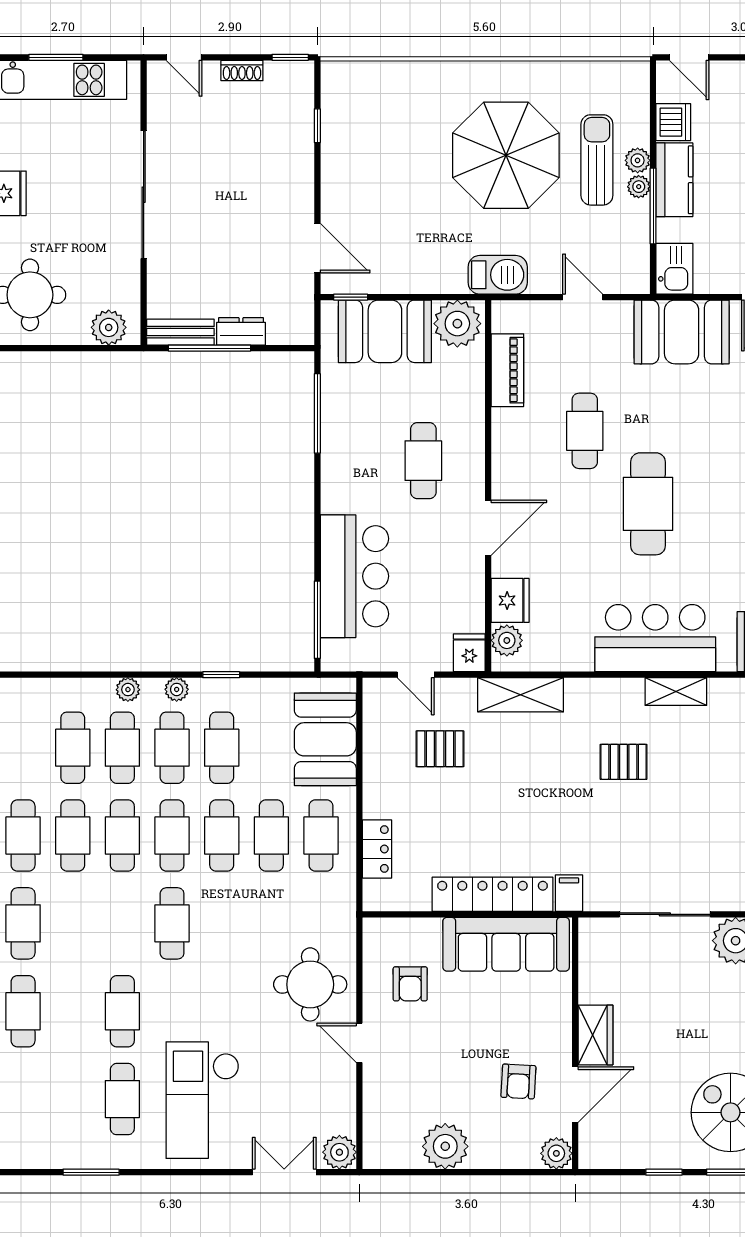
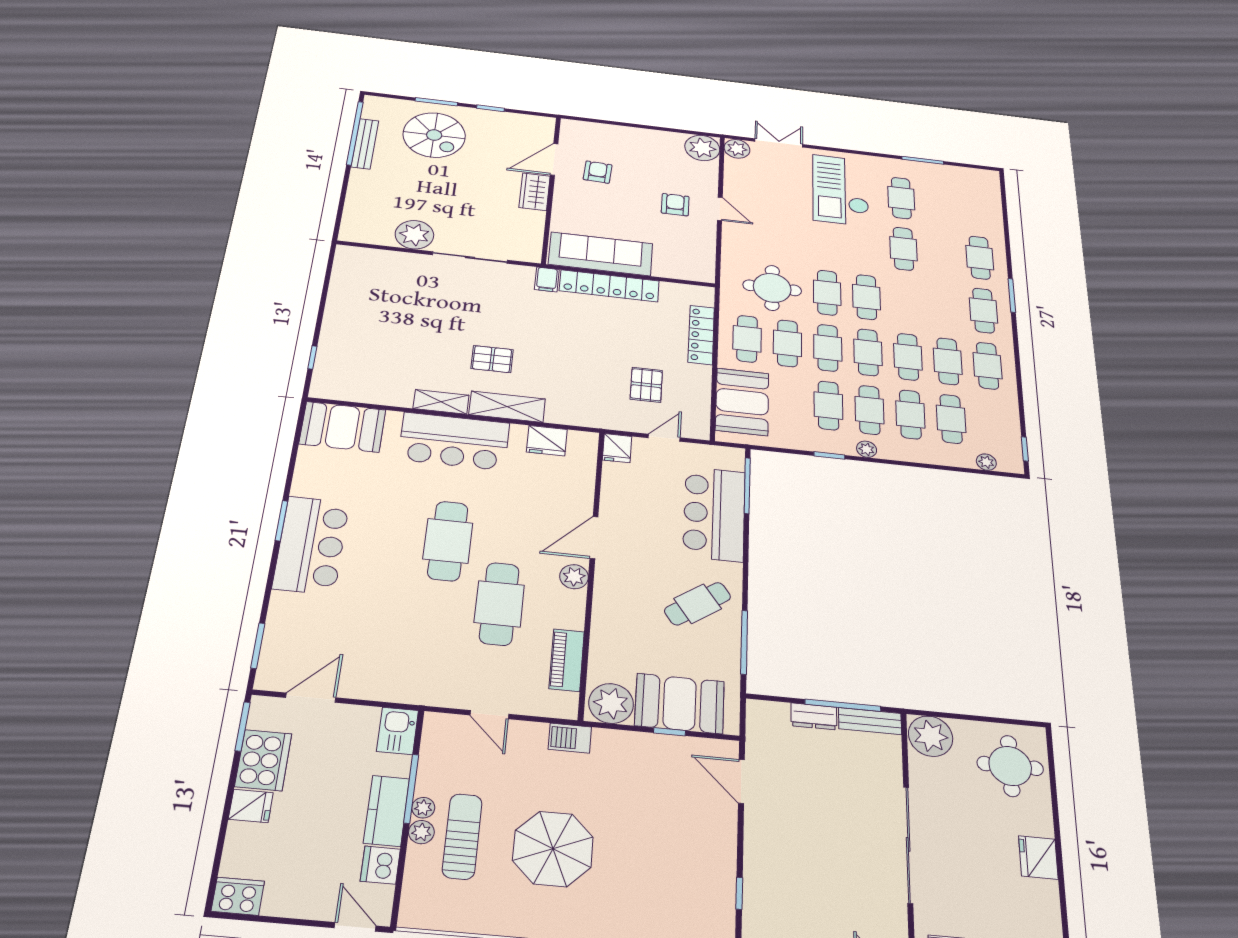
parasol: (506, 155) -> (553, 849), width x0.73, depth x0.73
sun lounger: (597, 160) -> (462, 836), turned 180
barbecue: (498, 275) -> (570, 738), width x0.73, depth x0.79
window: (351, 297) -> (669, 732), moved
plant: (109, 327) -> (931, 736), width x1.36, depth x1.36
booth: (682, 332) -> (398, 676), removed
cafe table: (585, 431) -> (499, 604), width x1.37, depth x1.35
cafe table: (423, 461) -> (698, 604), moved, turned 55
fridge: (510, 600) -> (547, 441), moved, turned -90
plant: (507, 640) -> (574, 577), moved
door: (416, 675) -> (664, 438), hinge flipped
plant: (128, 690) -> (986, 462), moved
shelving: (521, 695) -> (507, 407), moved
pallet: (440, 749) -> (646, 385), turned 90
locker: (377, 849) -> (701, 335), width x1.53
cafe table: (222, 923) -> (827, 293), added
round table: (310, 984) -> (772, 288), moved
armchair: (410, 984) -> (675, 205), moved
checkout: (203, 1100) -> (841, 190), turned 180
plant: (445, 1146) -> (702, 148), moved
plant: (556, 1153) -> (572, 128), removed
double door: (284, 1172) -> (779, 143), swing flipped

